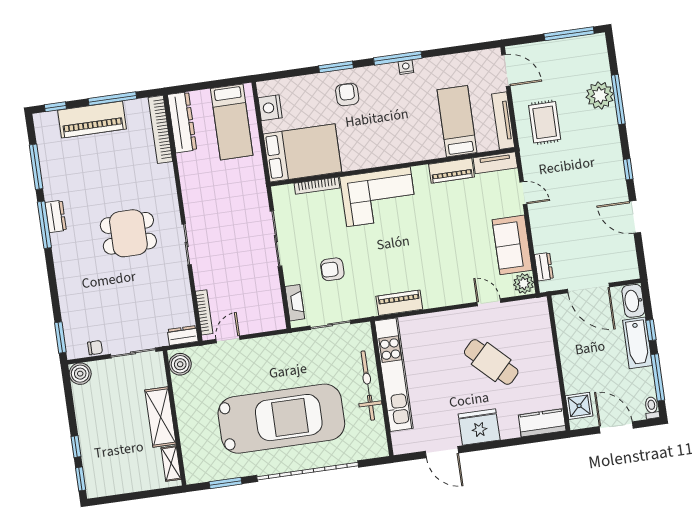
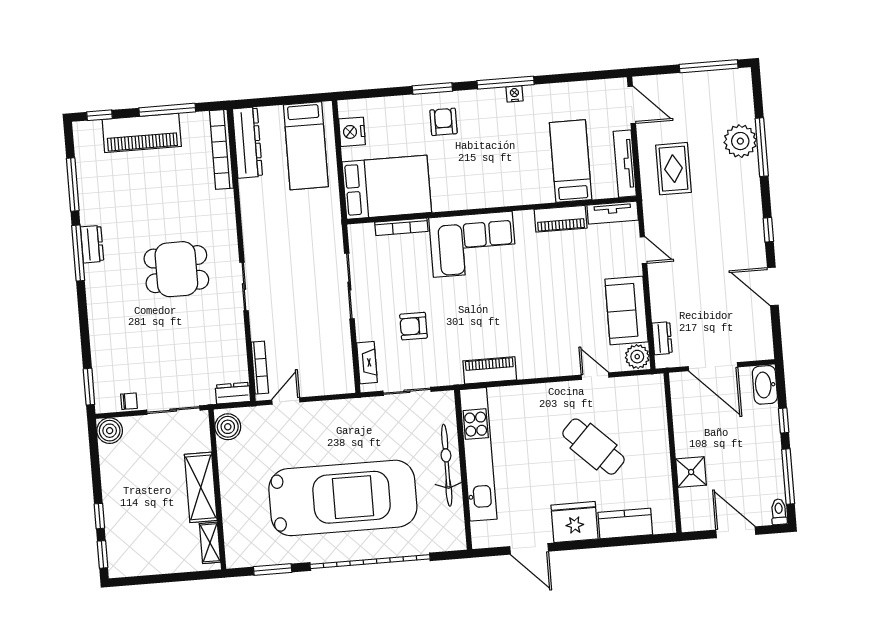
bathtub: (637, 343) -> (767, 435), removed
shower: (579, 406) -> (691, 472), moved
kitchen counter: (542, 423) -> (625, 524), moved

